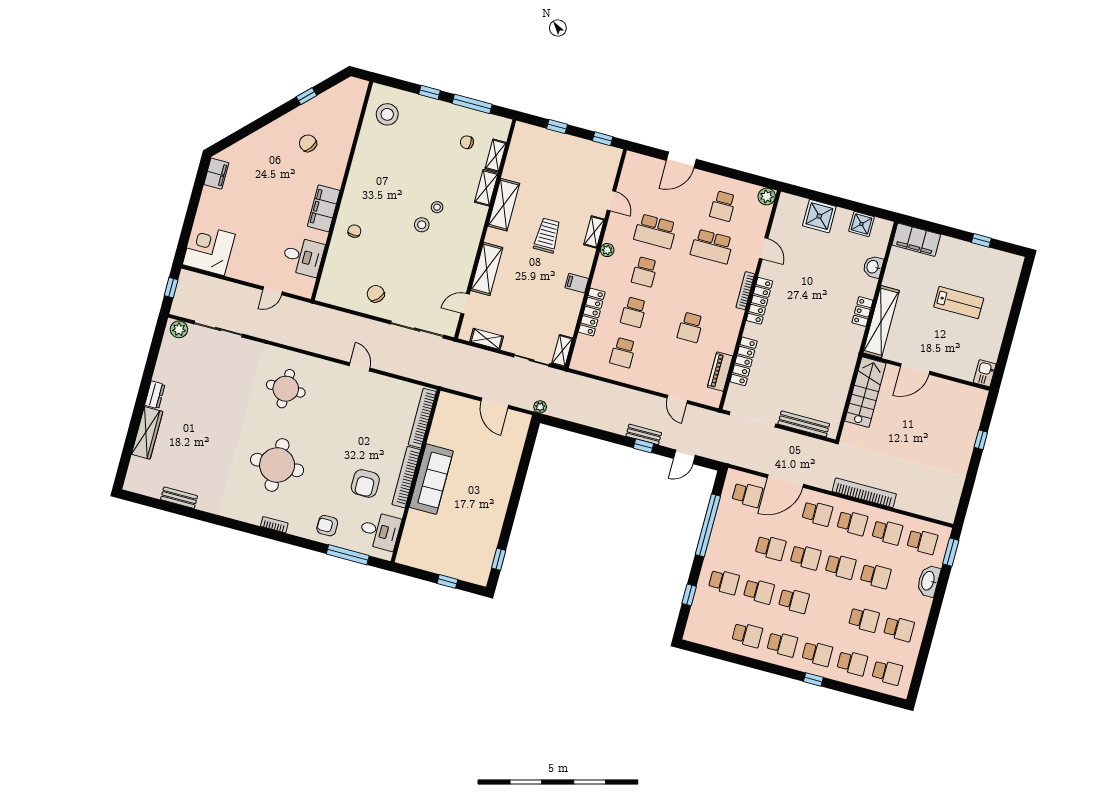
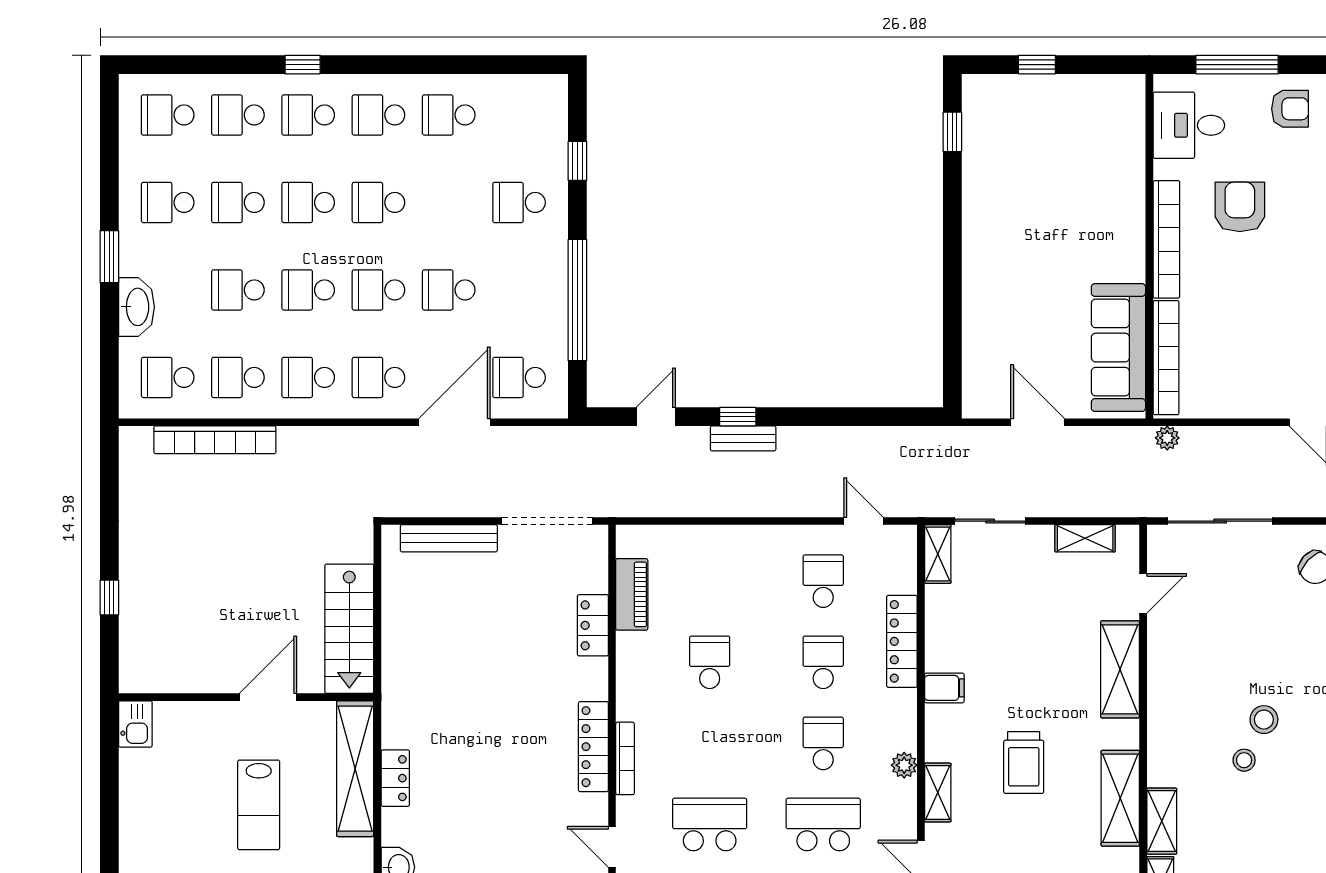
lab bench: (959, 303) -> (259, 805), moved, turned -90
locker: (744, 361) -> (593, 625), width x0.66
door: (677, 399) -> (864, 521), moved
plant: (540, 407) -> (1167, 438), moved
sofa: (431, 479) -> (1118, 348), moved
bookcase: (864, 493) -> (215, 440), moved
window: (951, 552) -> (109, 257), moved
school desk: (759, 591) -> (308, 202), moved

